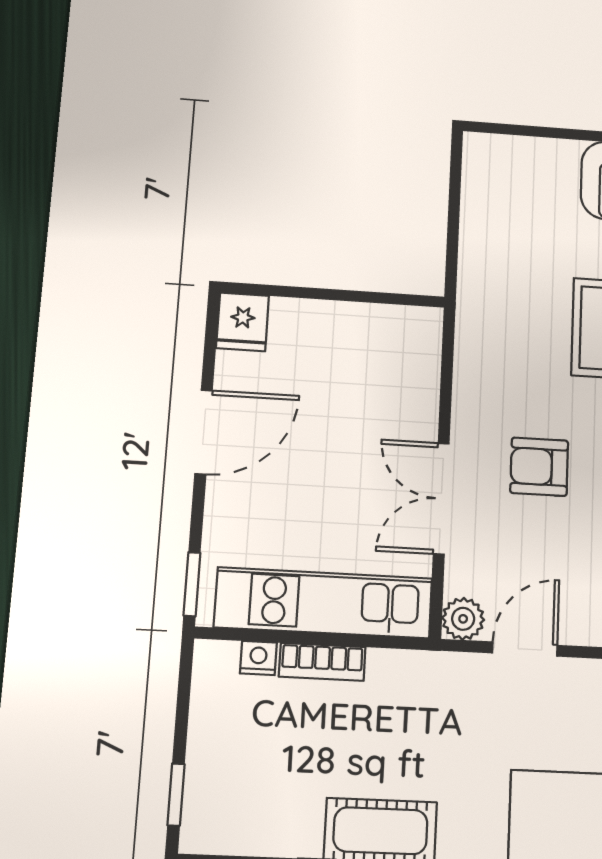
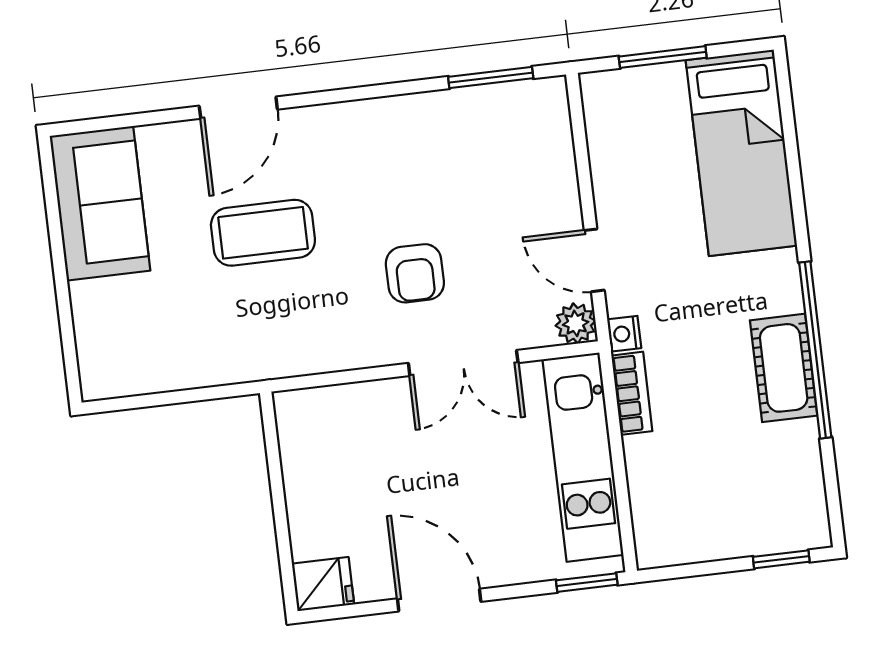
nightstand: (258, 658) -> (624, 334), moved
bookcase: (322, 662) -> (632, 393), moved

